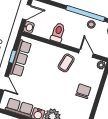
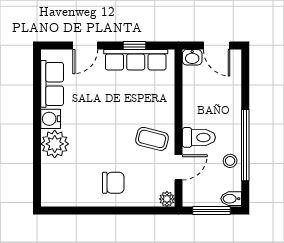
toilet: (58, 33) -> (199, 137), moved

